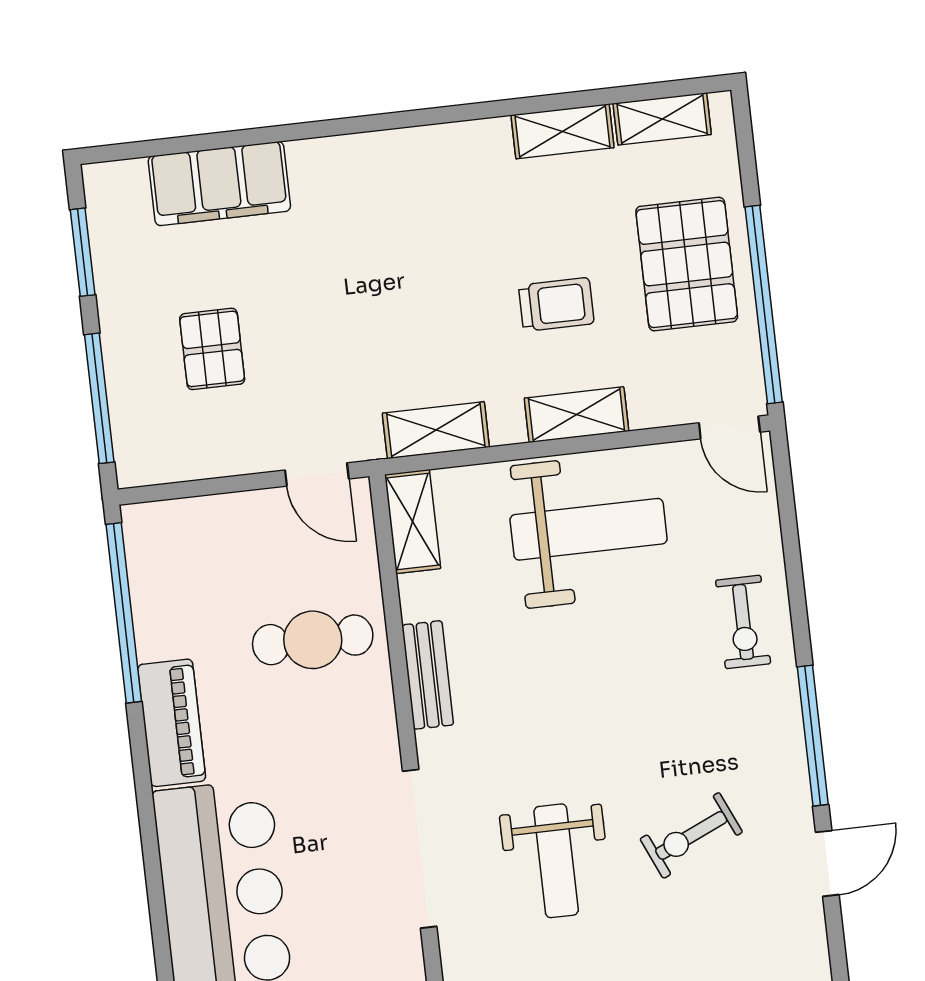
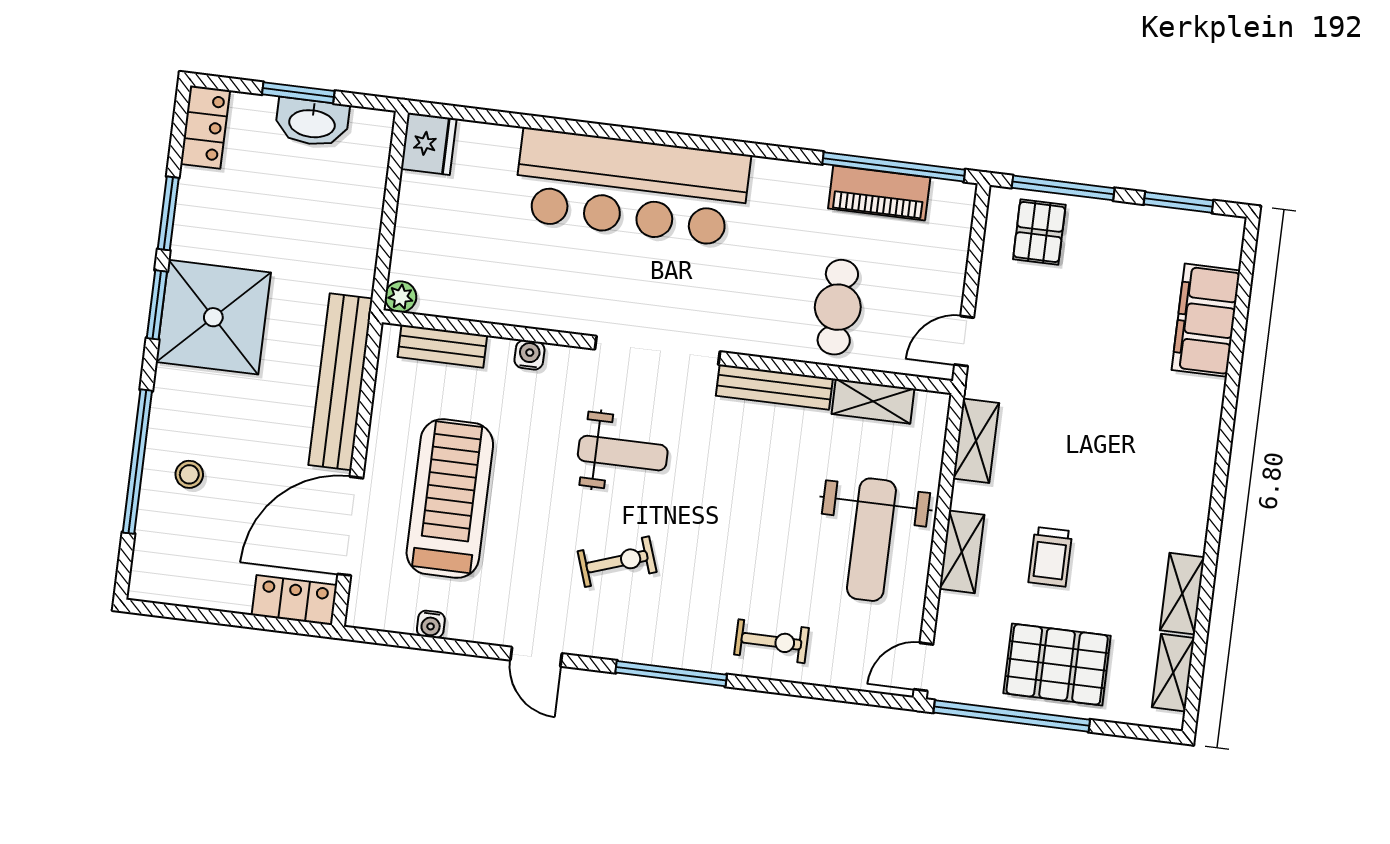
pallet: (212, 349) -> (1039, 232), moved, turned 90
shelving: (413, 522) -> (873, 401), moved
exercise bike: (743, 622) -> (771, 641), turned 180
bench: (428, 675) -> (774, 387), width x1.36
piano: (172, 723) -> (879, 193), moved
exercise bike: (691, 835) -> (617, 562), turned 95
weight bench: (556, 861) -> (623, 453), turned 180
door: (827, 863) -> (536, 657), moved

